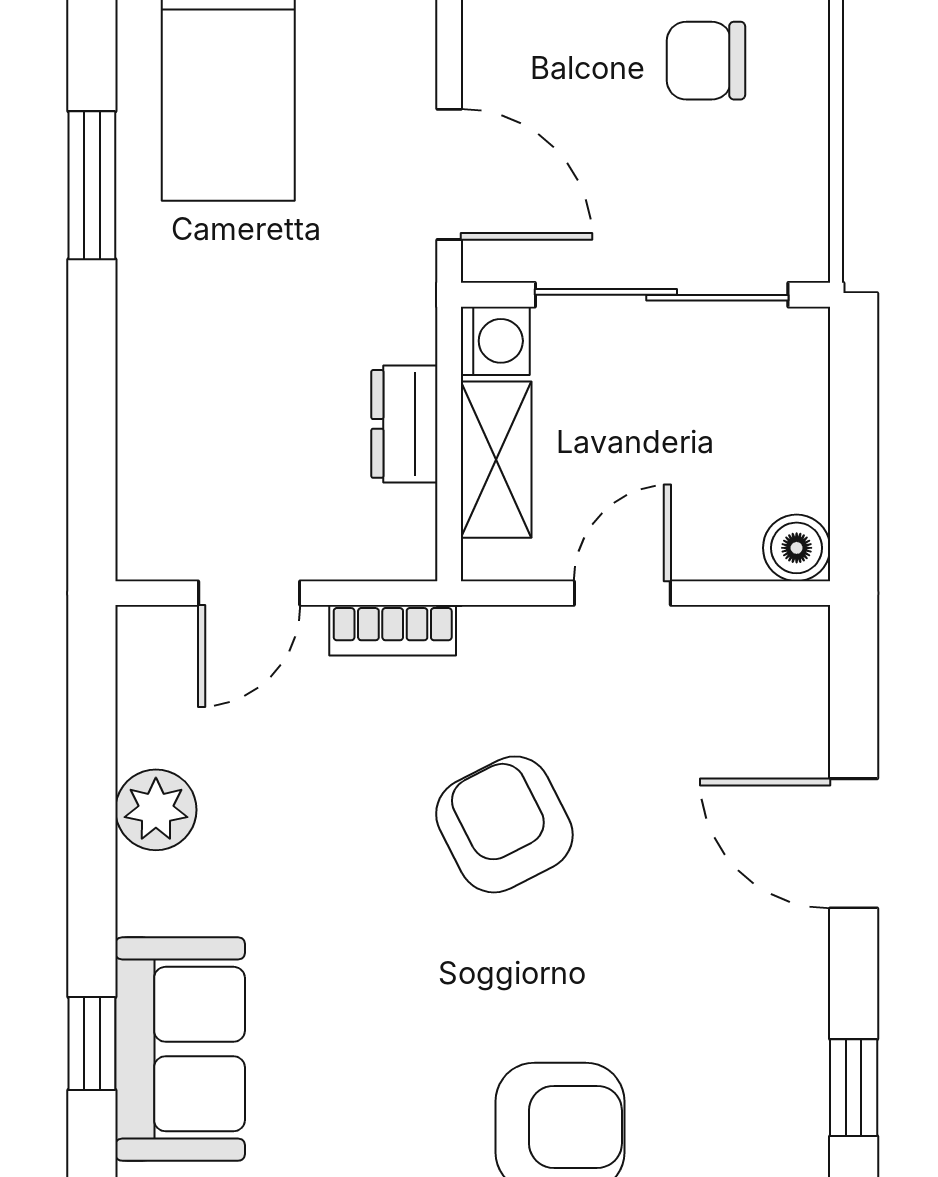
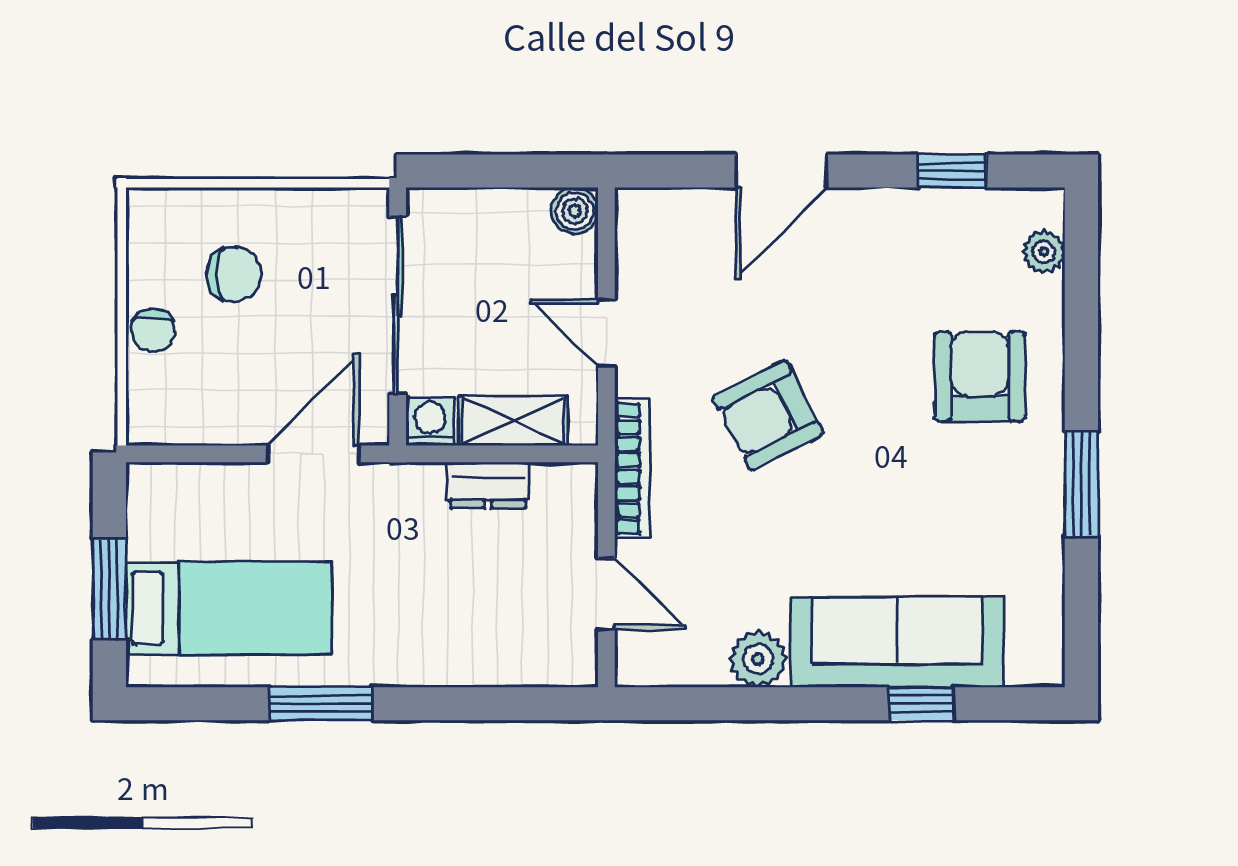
chair: (706, 61) -> (234, 274), turned -90
bookcase: (393, 630) -> (632, 468), width x1.56
sofa: (180, 1049) -> (897, 642), width x1.36

